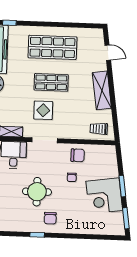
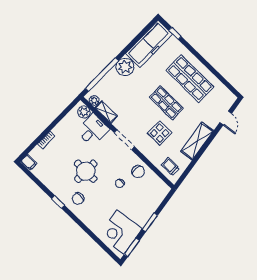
display table: (43, 110) -> (160, 133), moved
corner desk: (104, 196) -> (120, 232), moved

